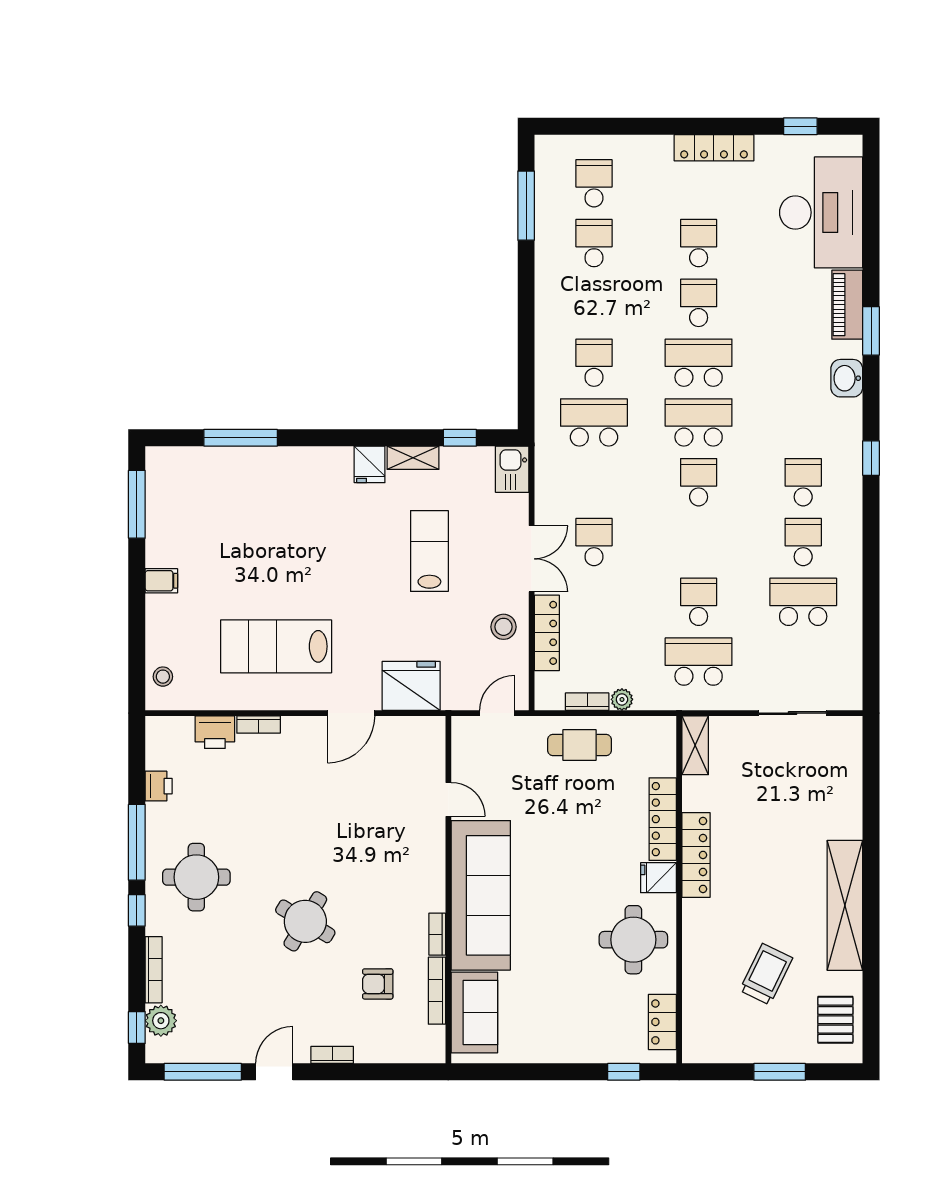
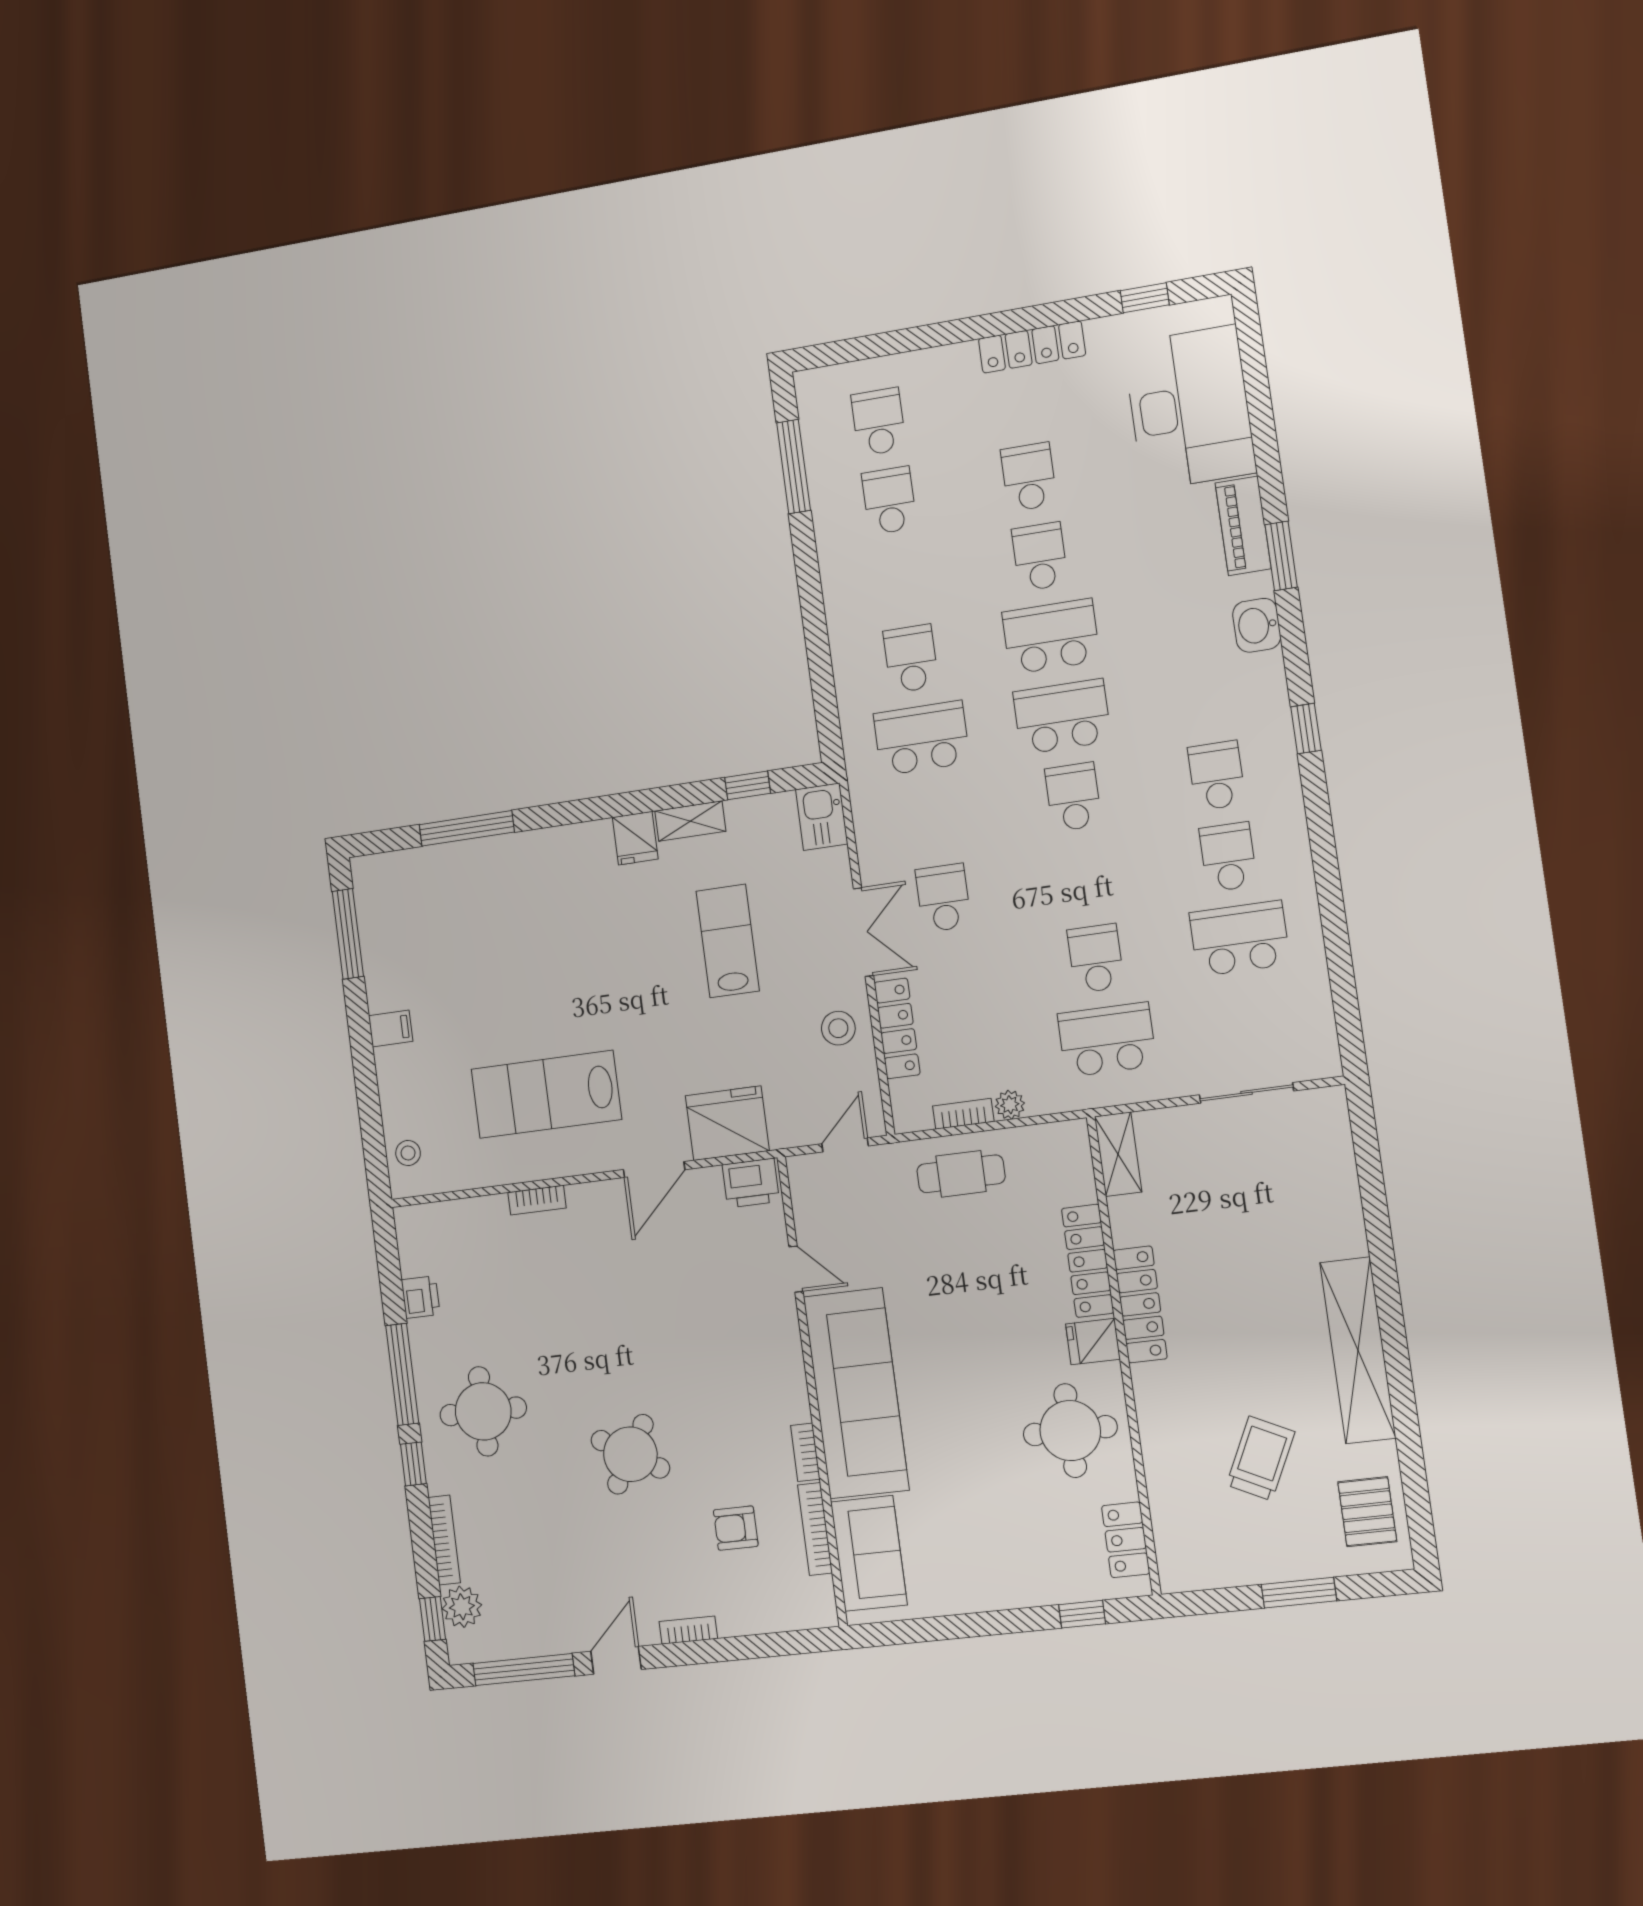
printer: (215, 732) -> (751, 1183), moved

